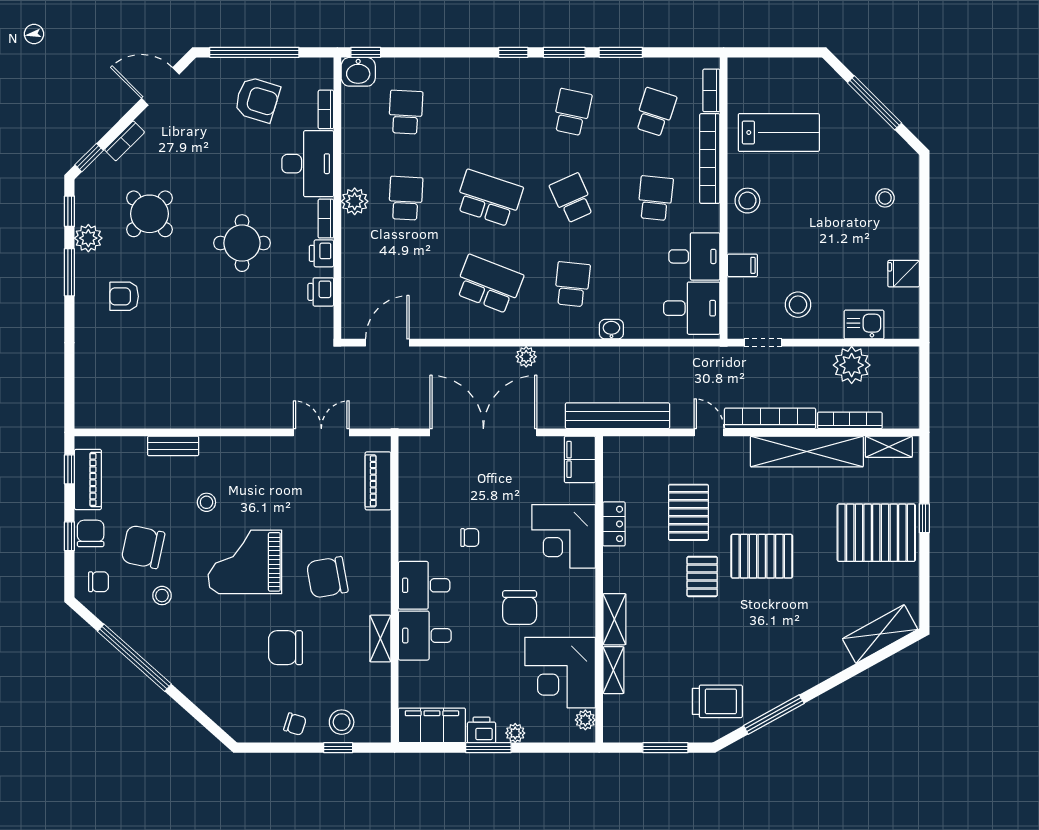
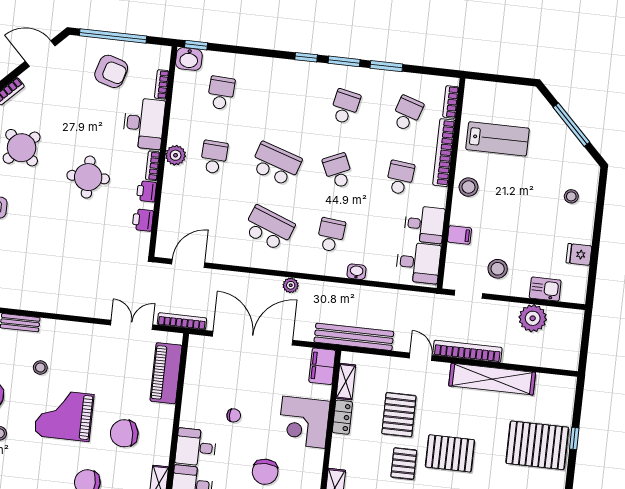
bookcase: (850, 420) -> (182, 321), moved
shelving: (889, 447) -> (346, 382), moved, turned 90
piano: (378, 481) -> (166, 373), width x1.37, depth x1.33

